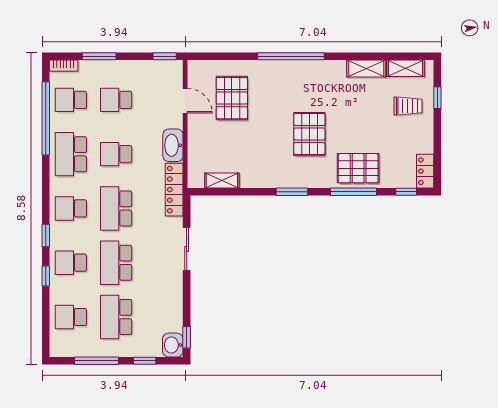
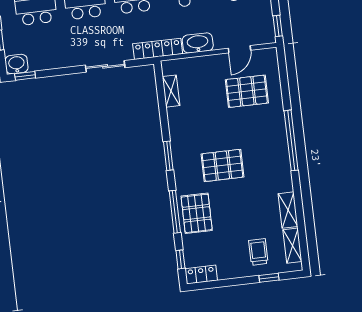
trolley: (408, 106) -> (258, 252), turned 180

